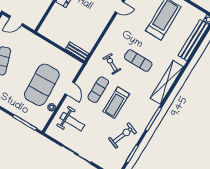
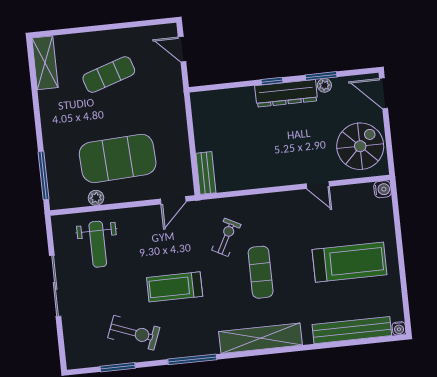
door: (70, 88) -> (173, 200), moved
exercise mat: (98, 90) -> (173, 246), removed

